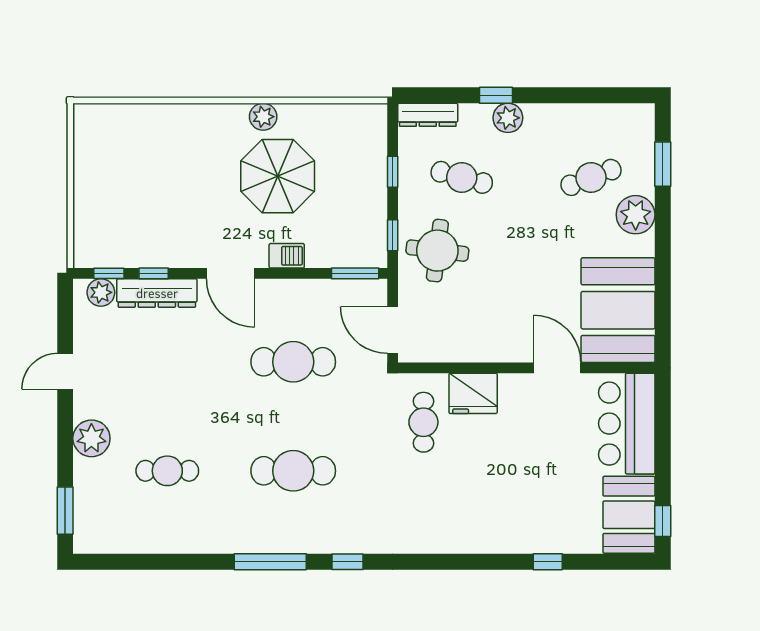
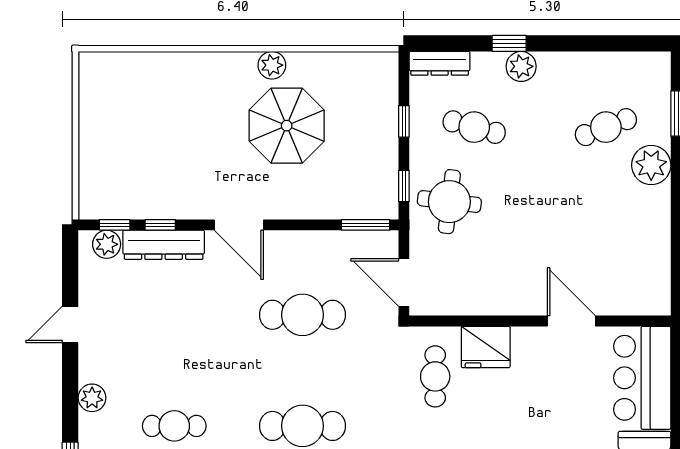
barbecue: (287, 256) -> (296, 207), removed
booth: (618, 310) -> (633, 262), removed
plant: (91, 438) -> (92, 398), width x0.73, depth x0.73

